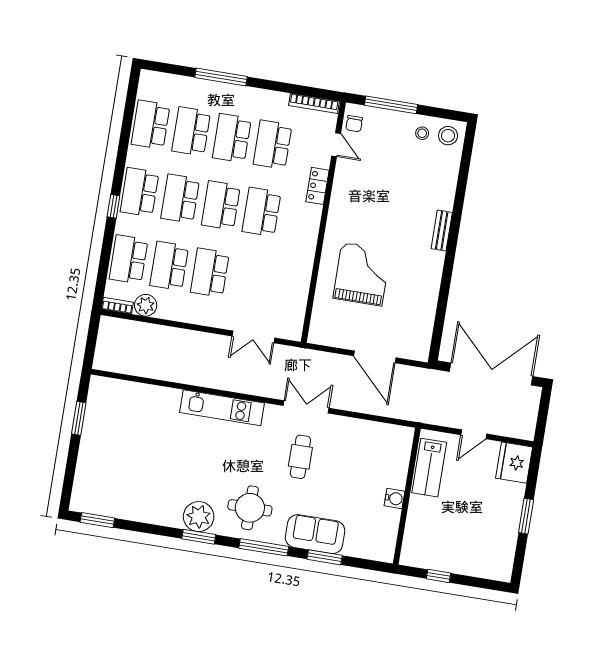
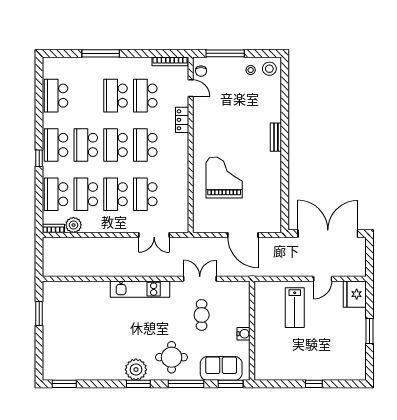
school desk: (191, 131) -> (145, 194), moved
wall: (407, 496) -> (252, 331), moved
water cooler: (394, 499) -> (244, 334), moved

